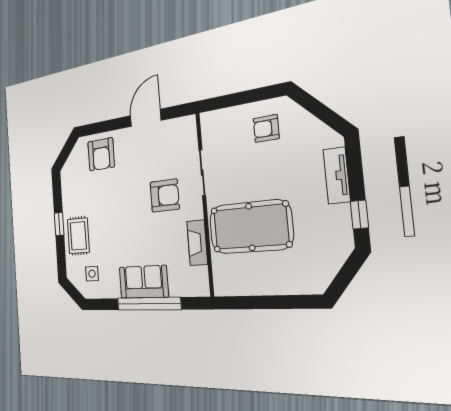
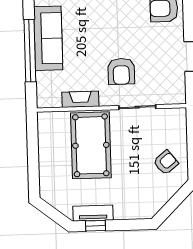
armchair: (266, 128) -> (166, 163), turned 51
tv unit: (337, 175) -> (93, 213), moved
sofa: (144, 282) -> (48, 38), width x1.36

